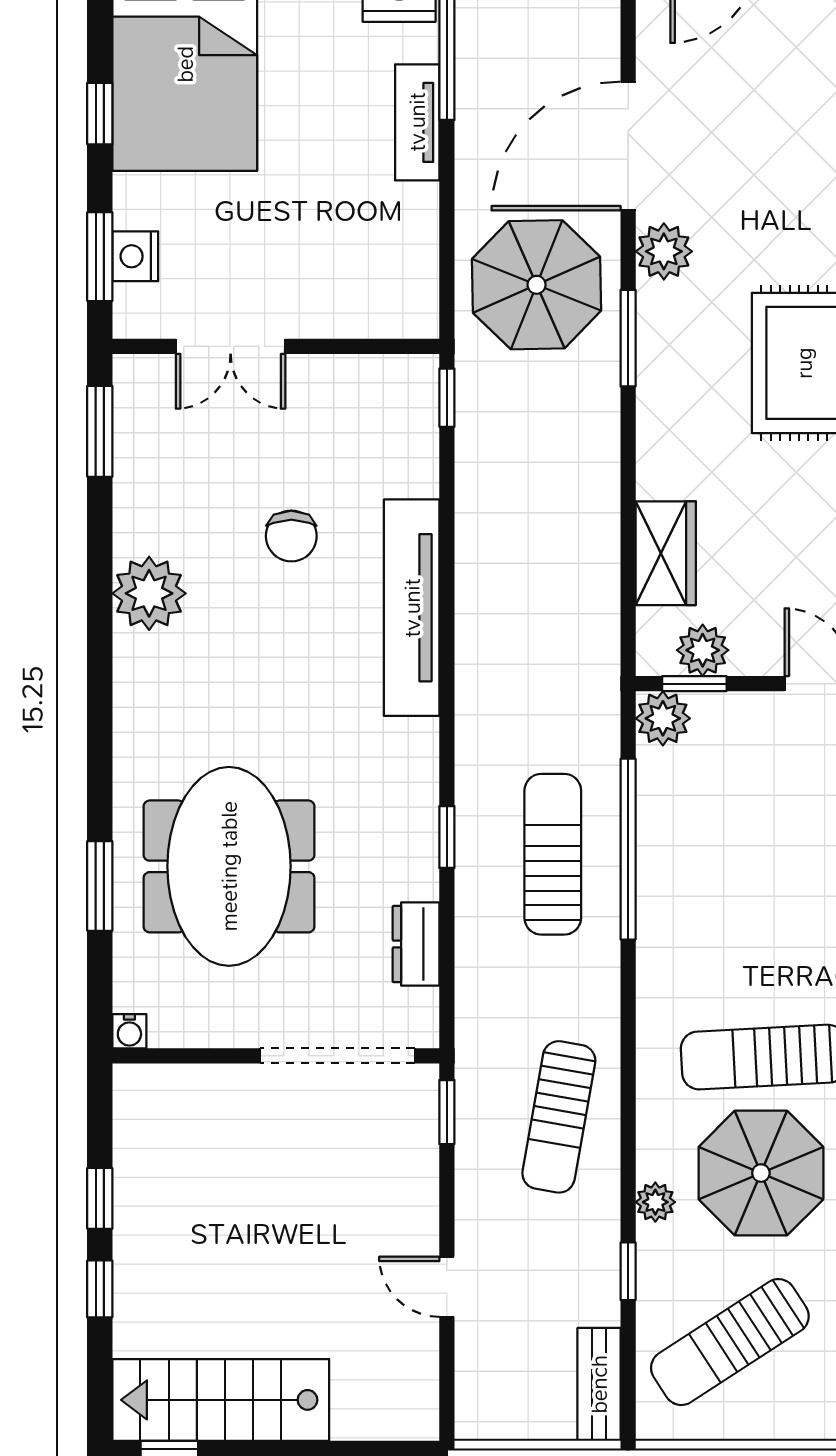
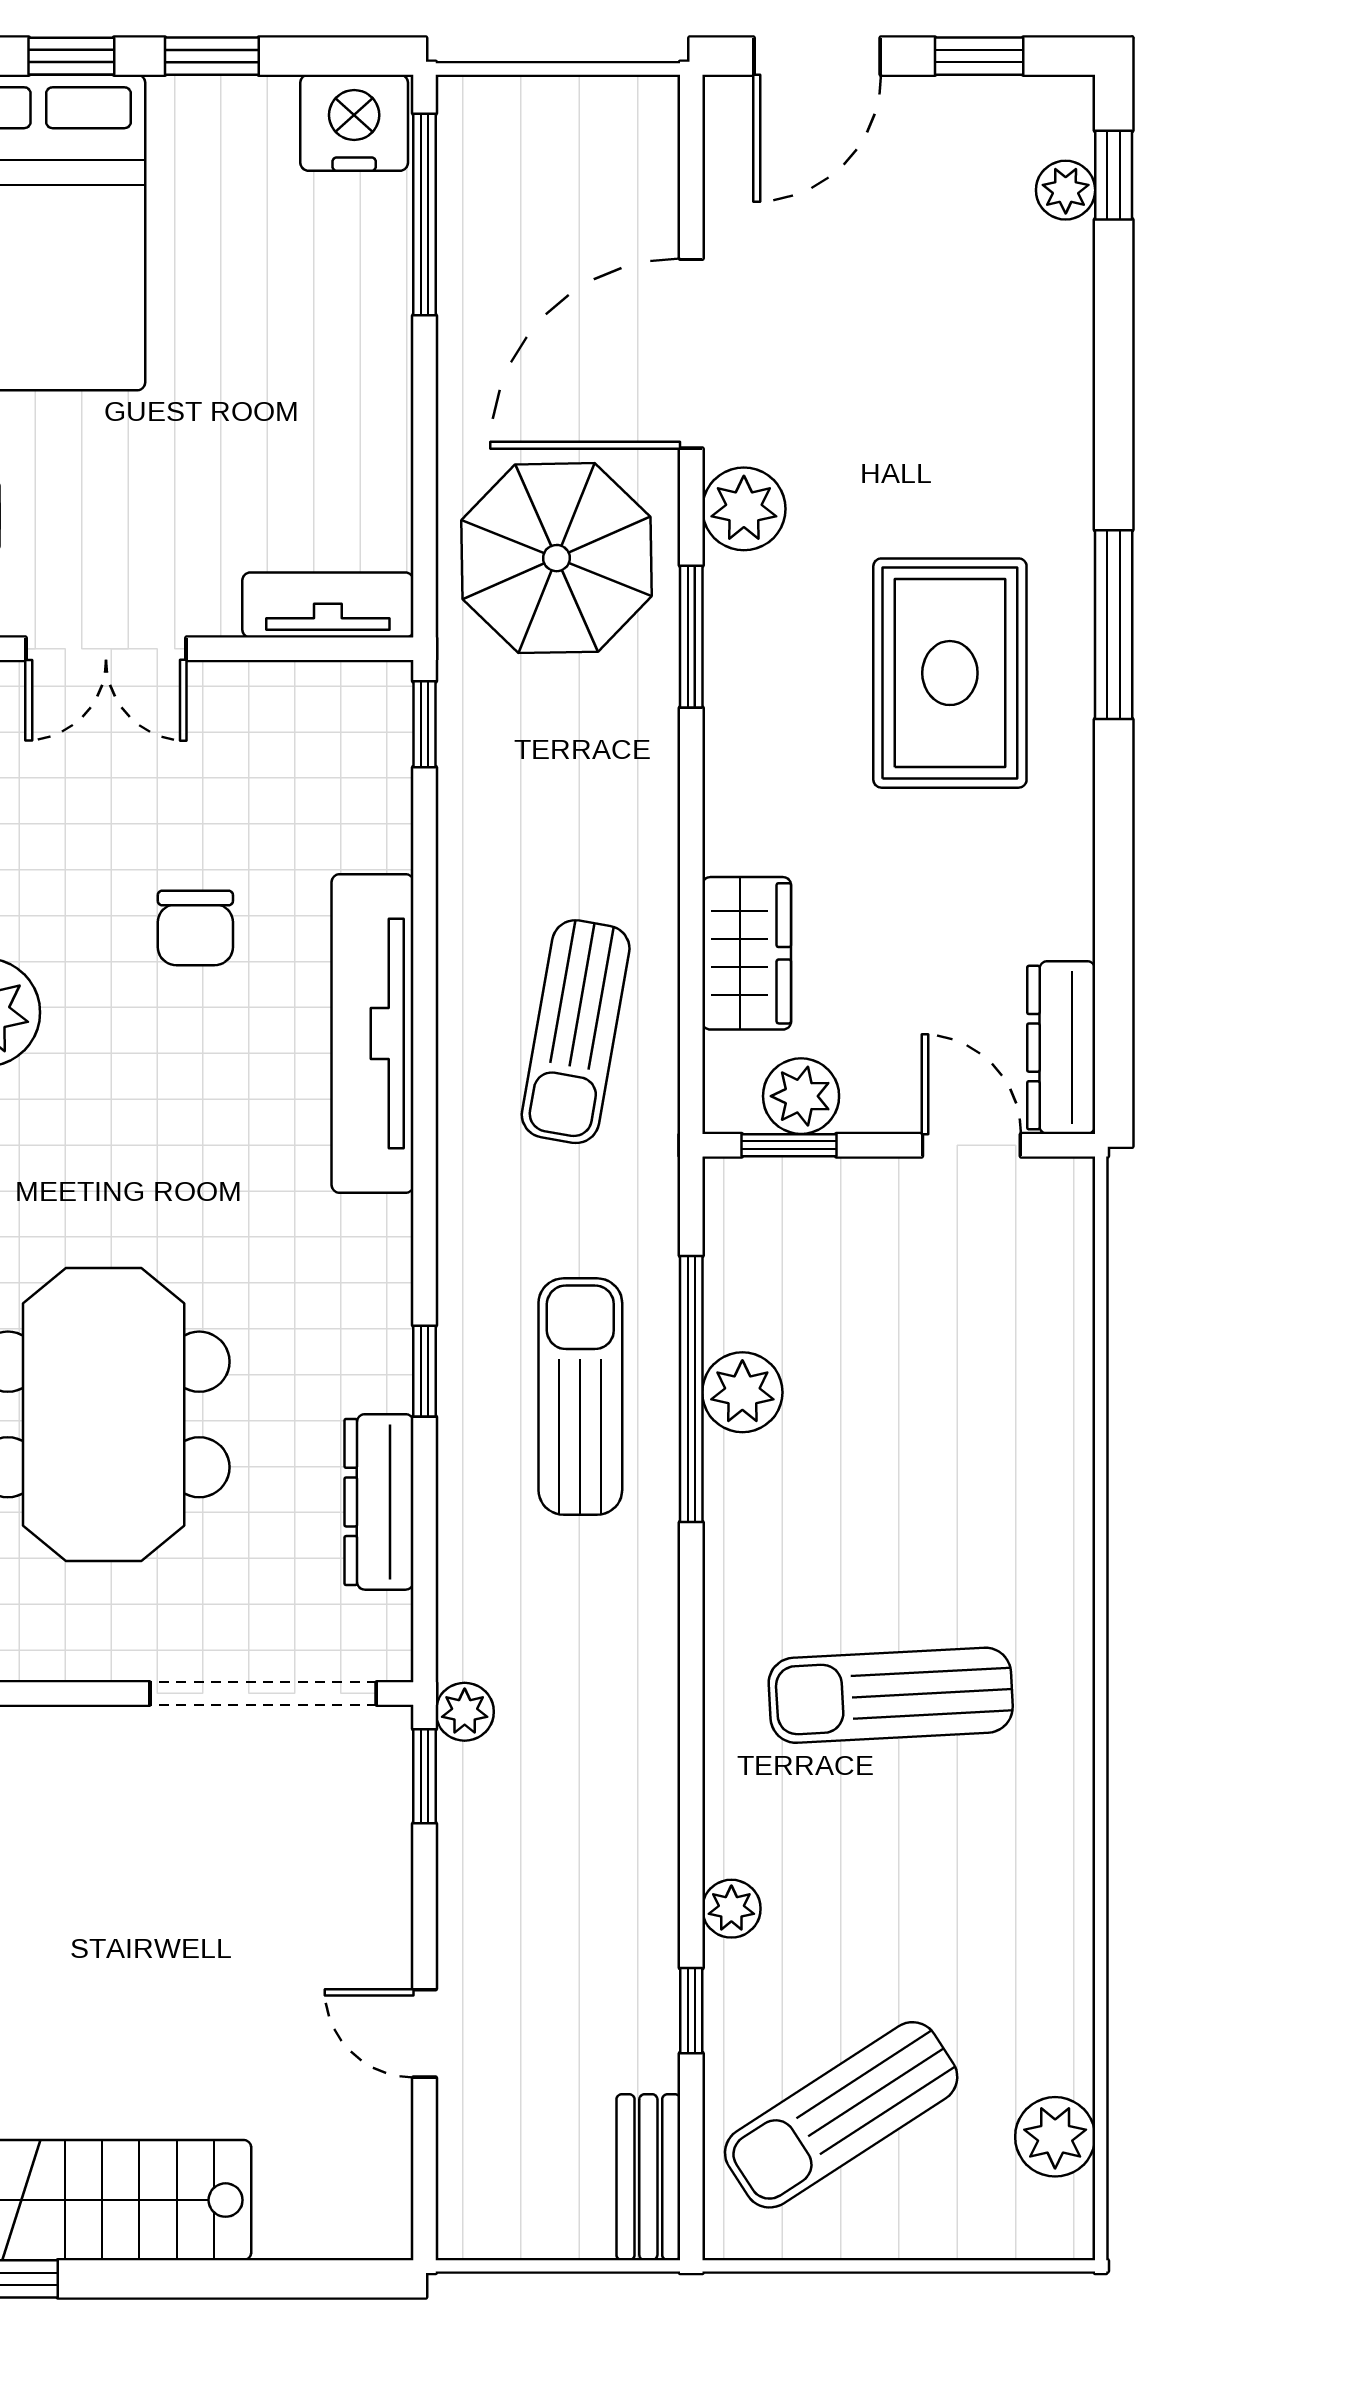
tv unit: (417, 122) -> (328, 605), moved, turned 90
plant: (663, 718) -> (742, 1392), moved
dresser: (416, 944) -> (379, 1502), width x1.44
plant: (474, 1068) -> (465, 1712), added
sun lounger: (559, 1117) -> (576, 1032), moved
parasol: (761, 1173) -> (887, 1866), removed

